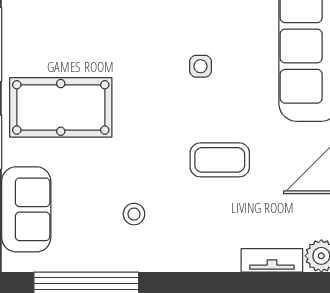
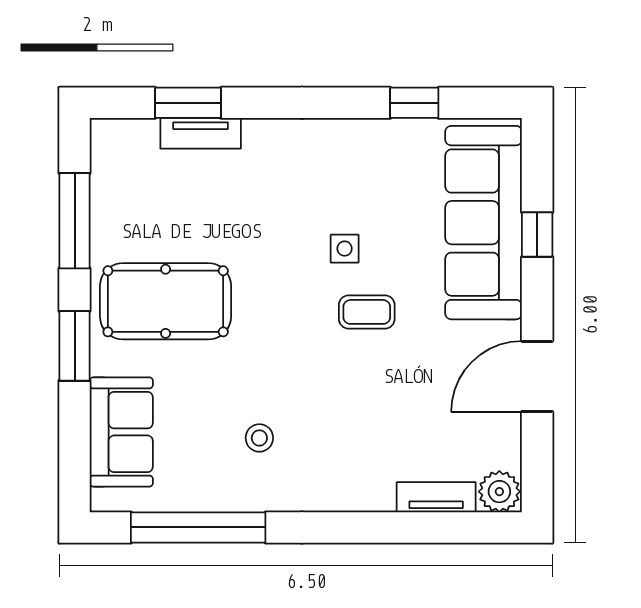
coffee table: (220, 160) -> (367, 312), moved, width x0.73, depth x0.77

